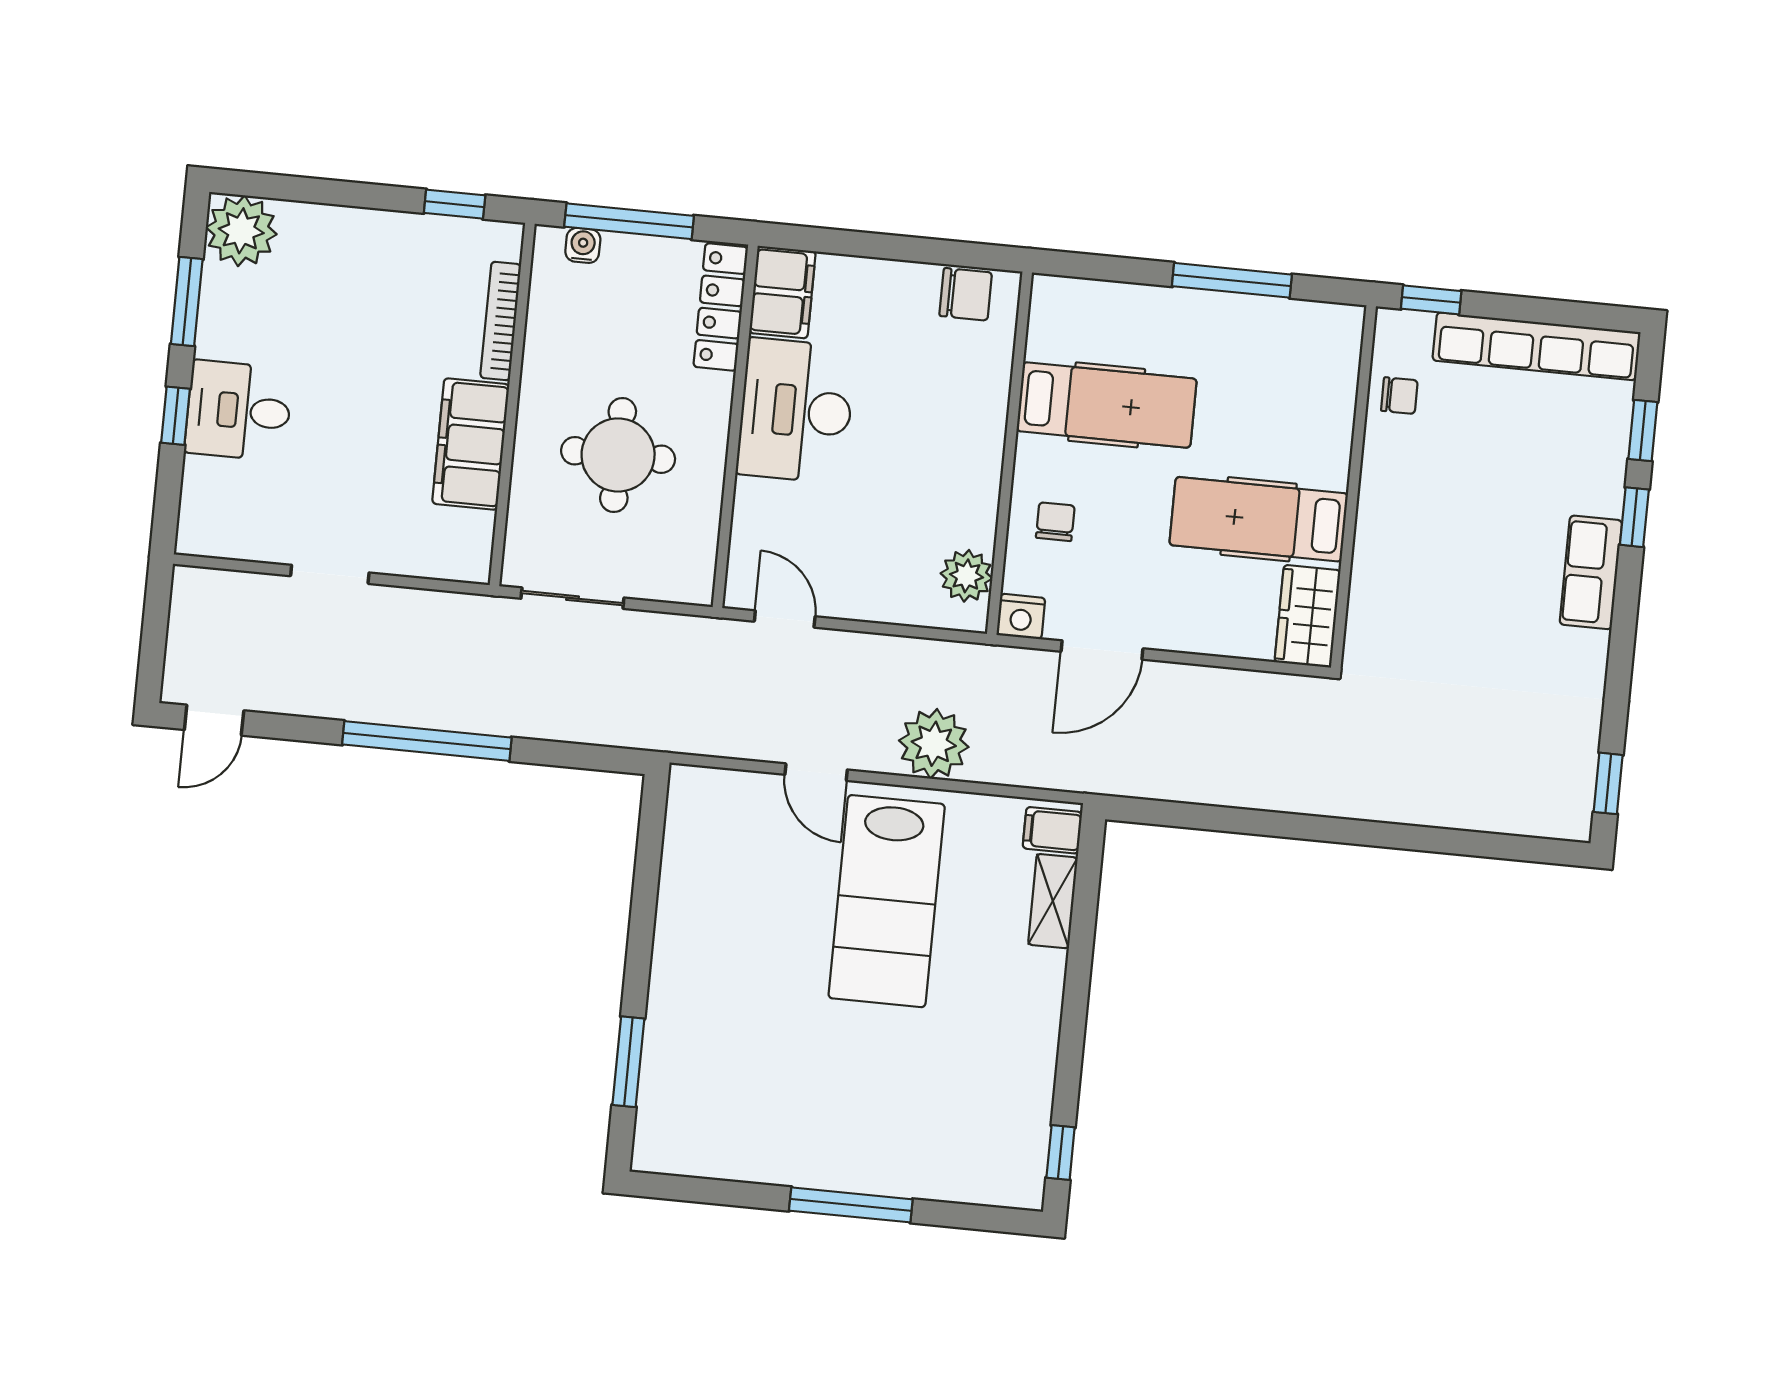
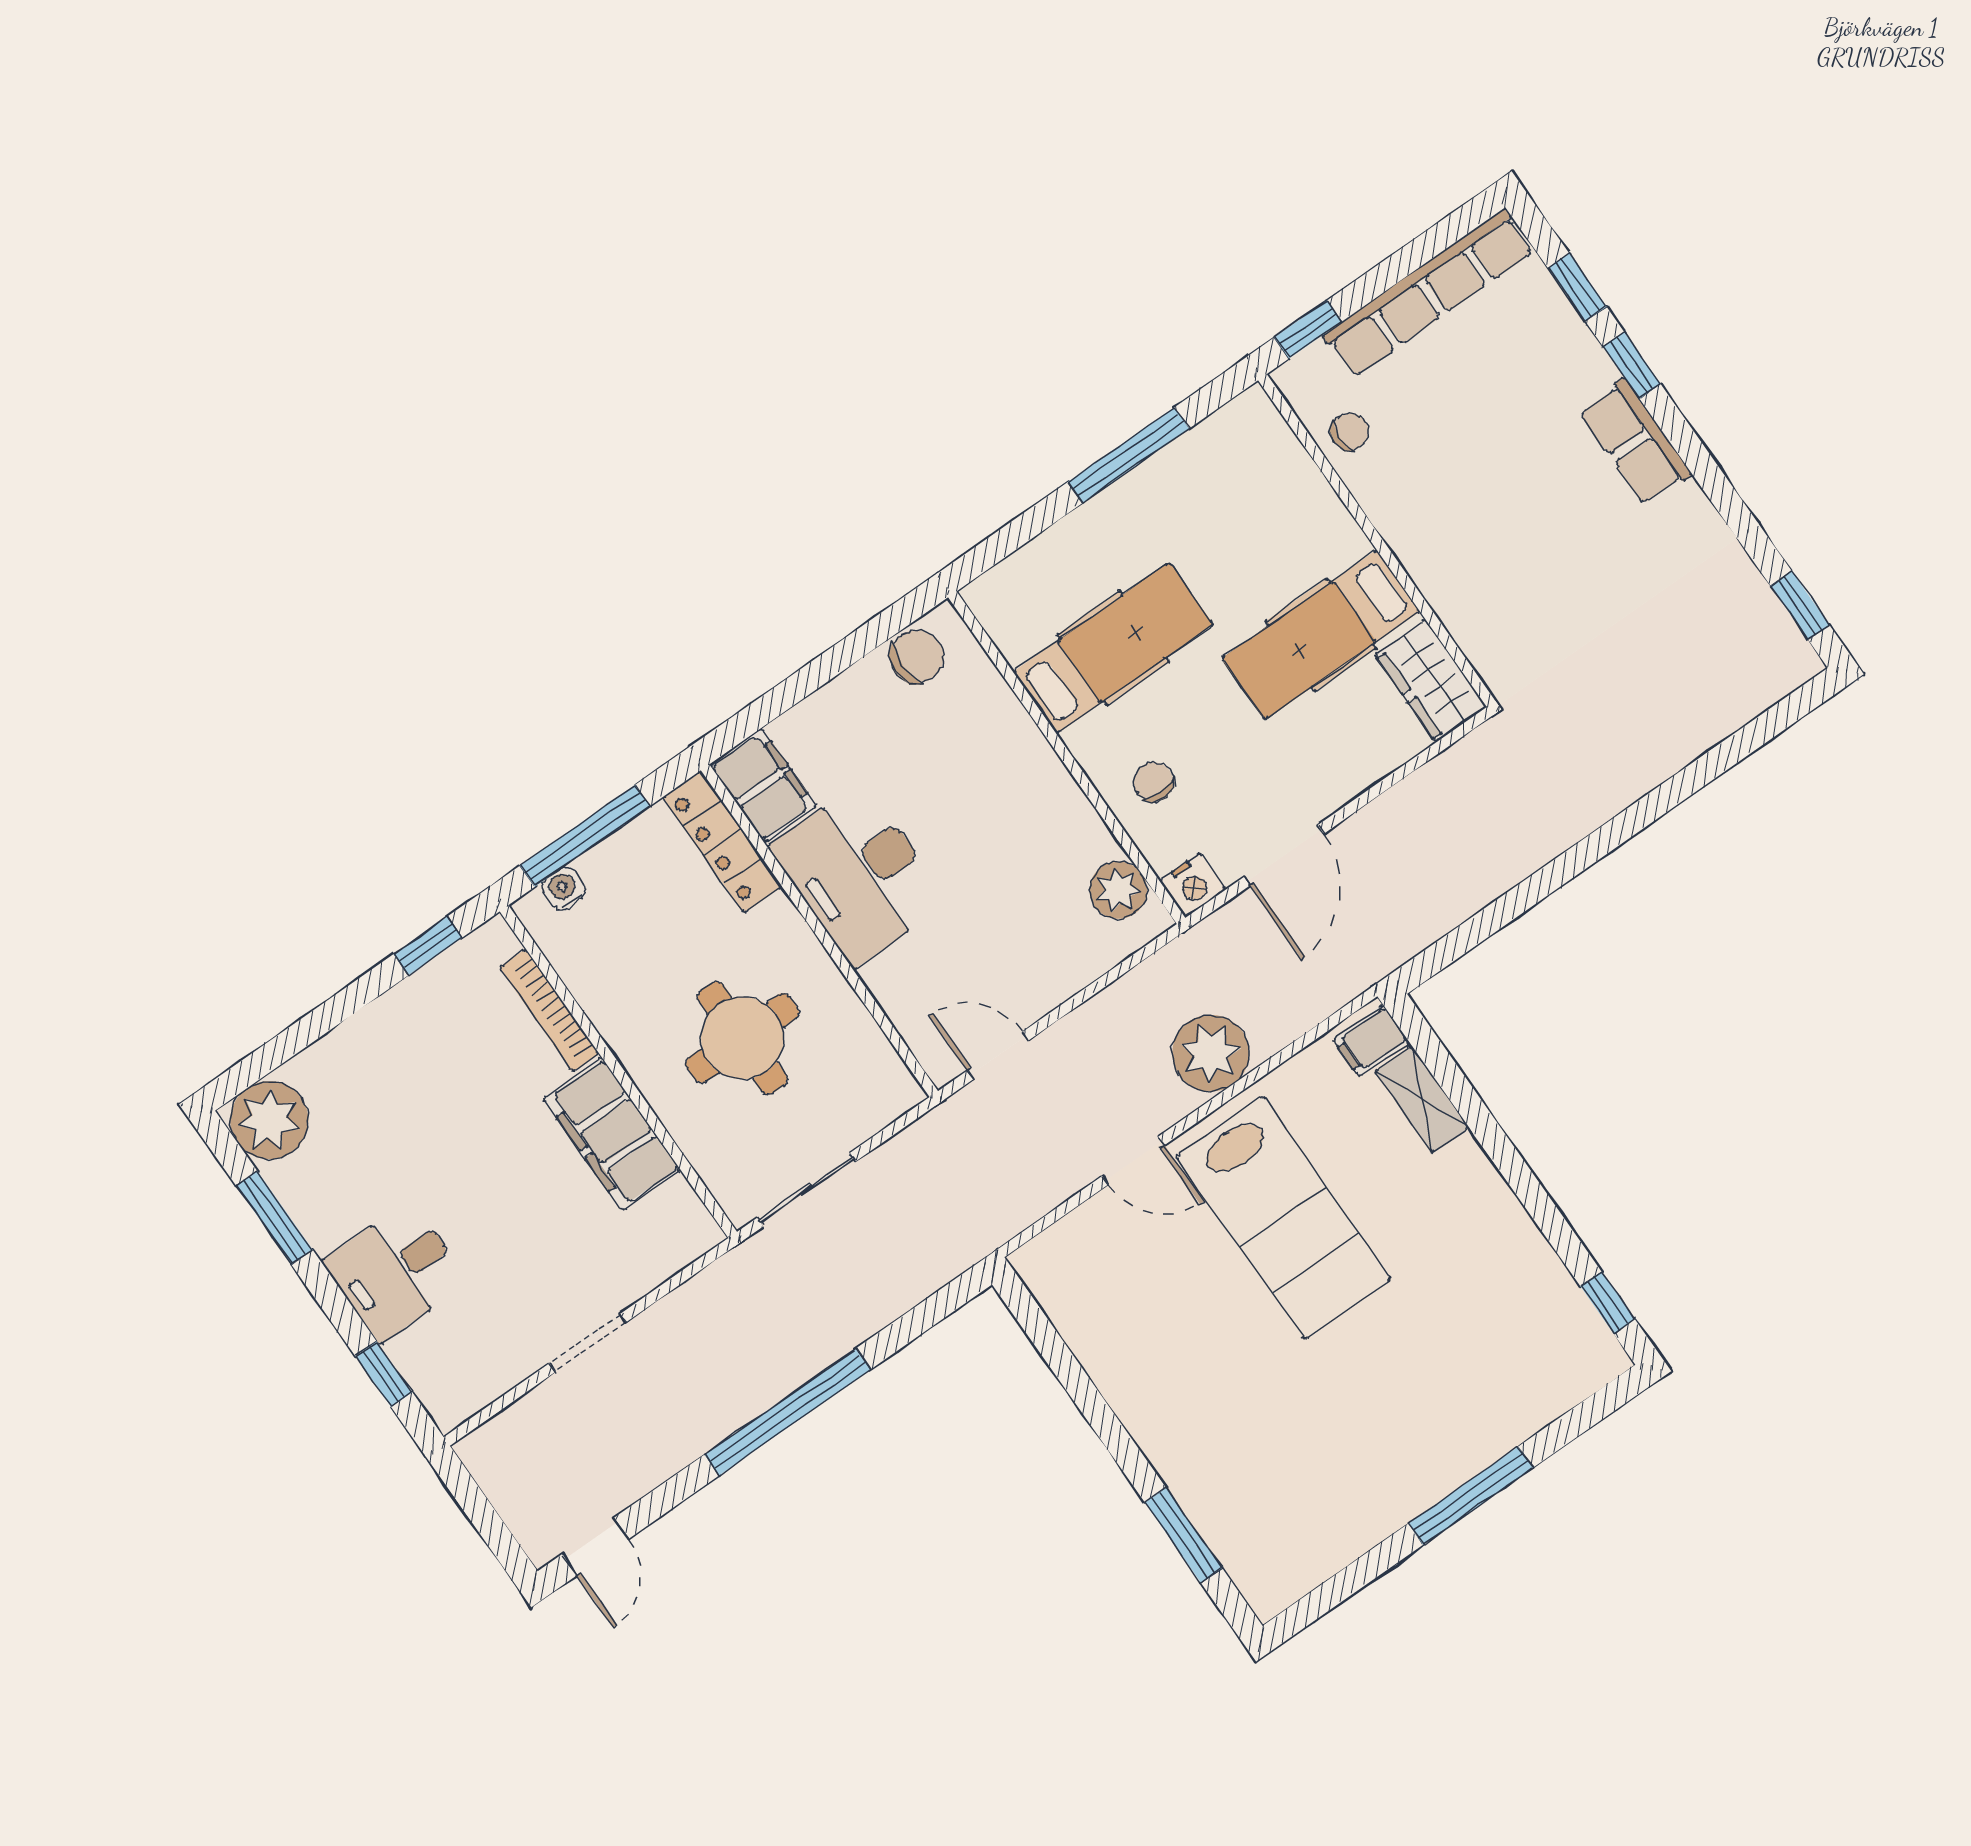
window: (176, 416) -> (384, 1374), moved

